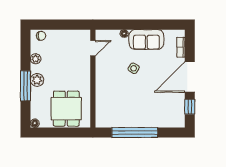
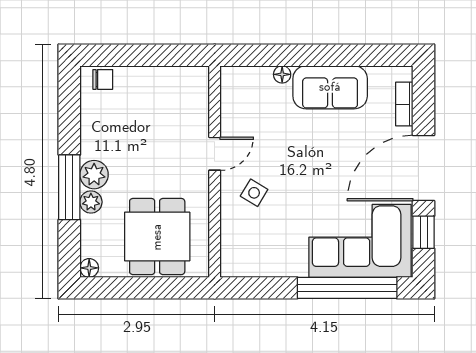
door: (93, 48) -> (215, 154), moved
plant: (36, 59) -> (91, 202), moved
side table: (134, 68) -> (254, 193), moved
corner sofa: (160, 111) -> (360, 241), added
window: (135, 132) -> (347, 288), moved

